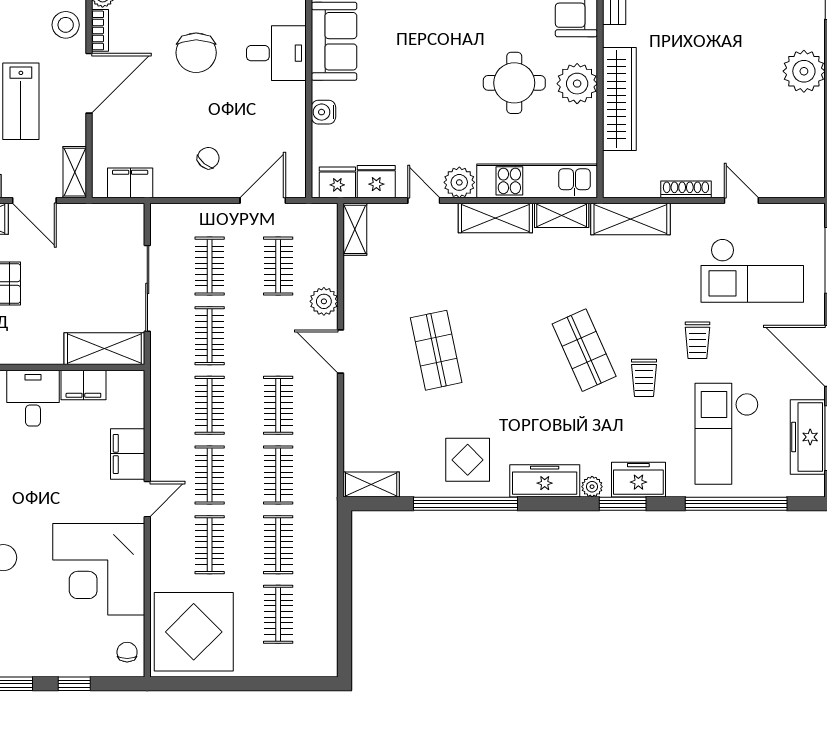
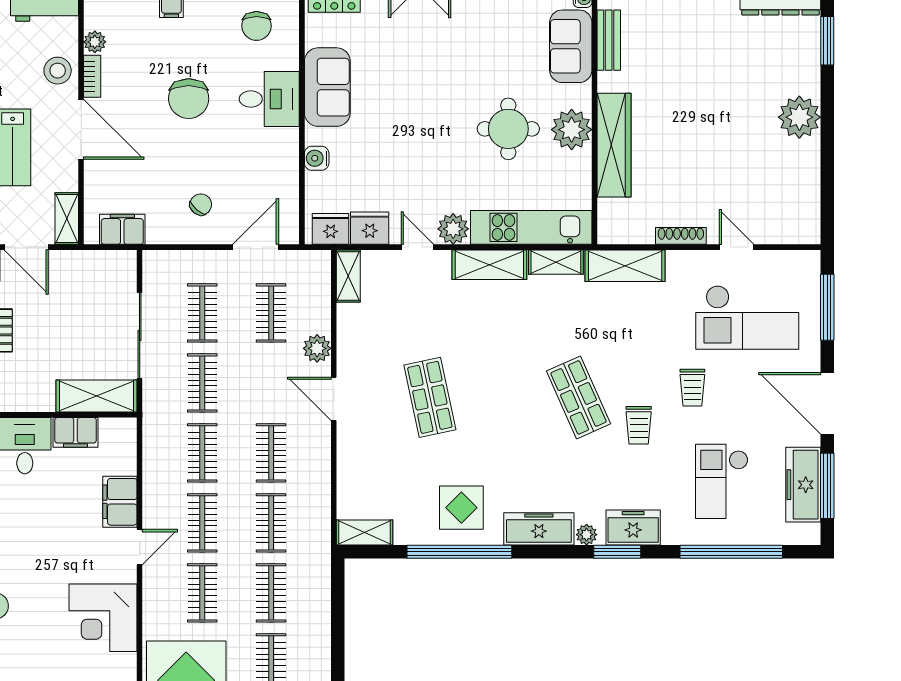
door: (89, 83) -> (81, 129), hinge flipped
checkout: (727, 434) -> (722, 481), width x0.73, depth x0.83
corner desk: (99, 569) -> (103, 618), width x0.74, depth x0.74

